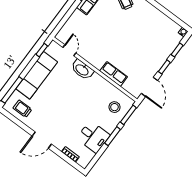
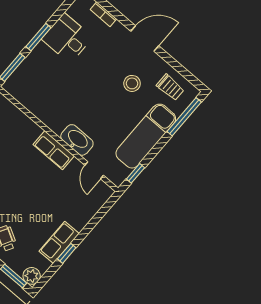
row of seats: (114, 74) -> (54, 150), moved
stool: (114, 107) -> (132, 83), moved

